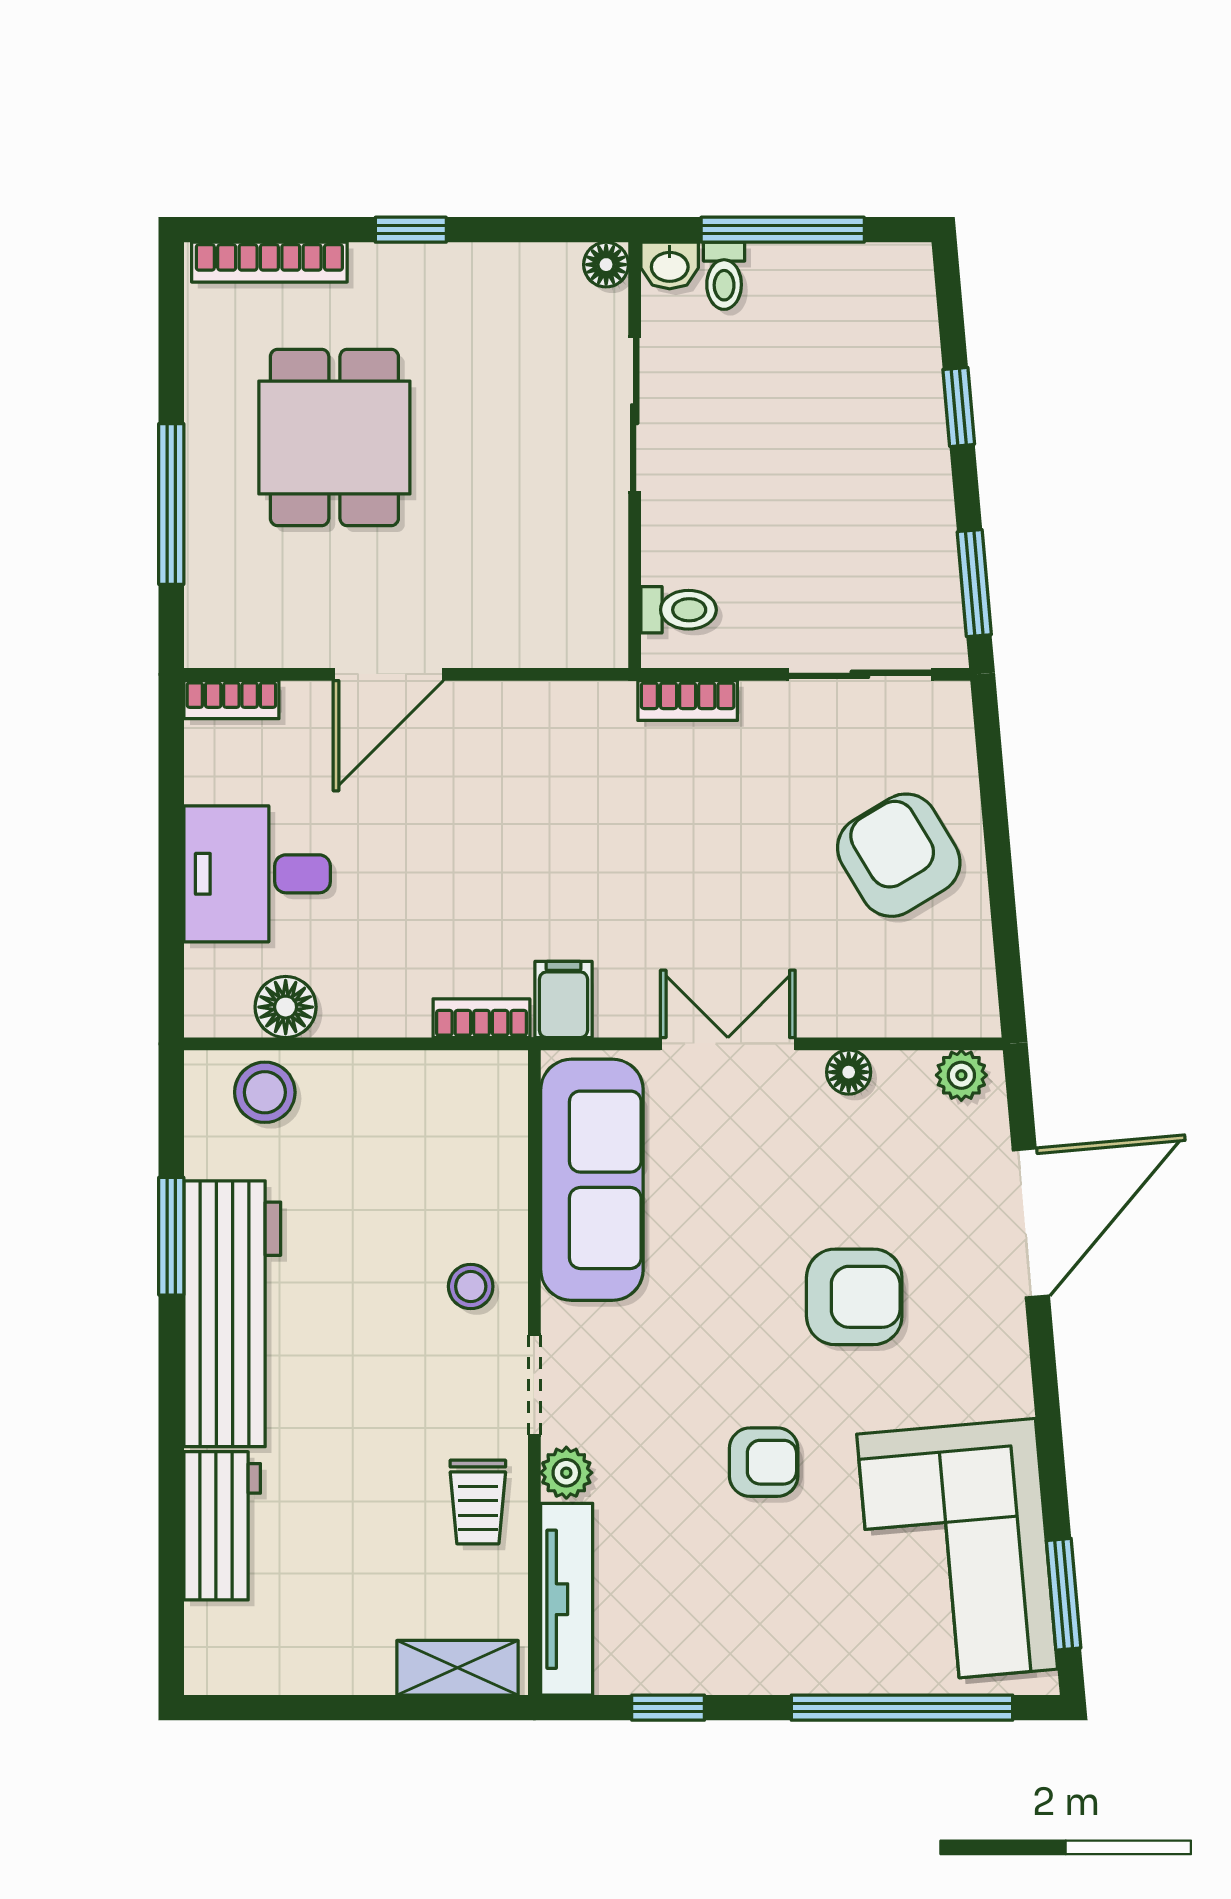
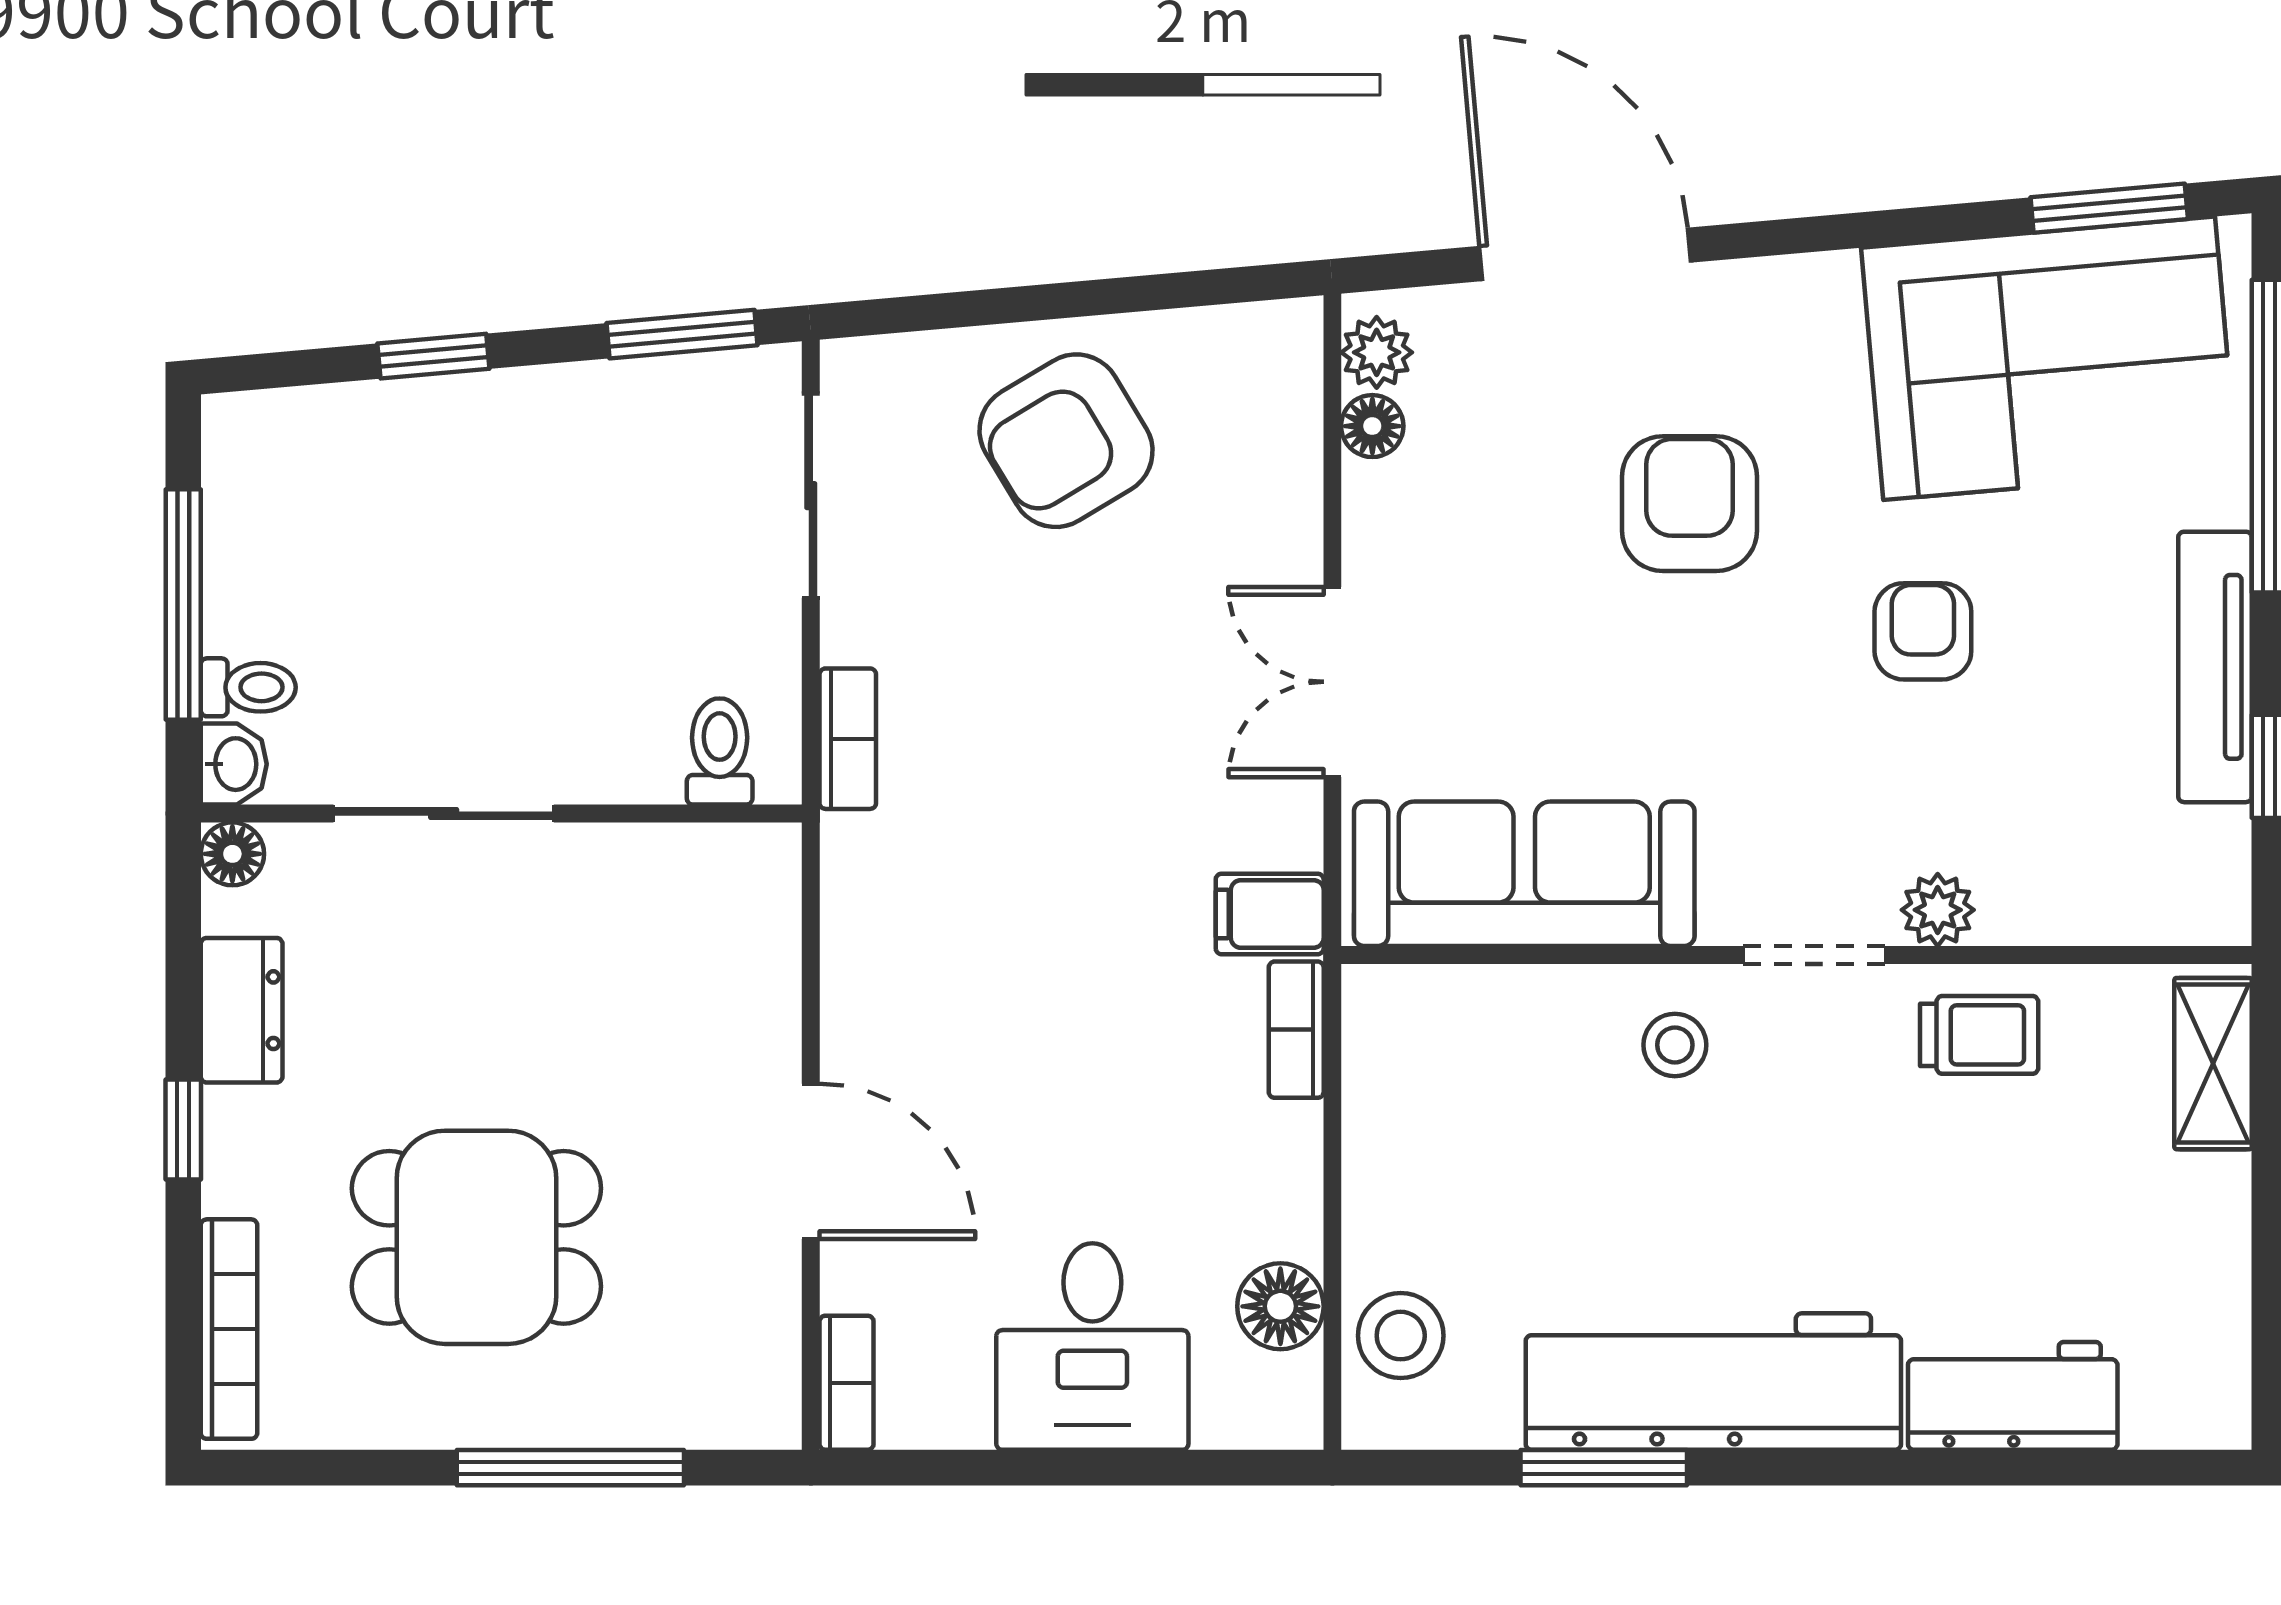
dresser: (495, 271) -> (242, 1010), added
floor lamp: (849, 1072) -> (1372, 426), moved
tv unit: (567, 1599) -> (2215, 667), moved, turned -90

